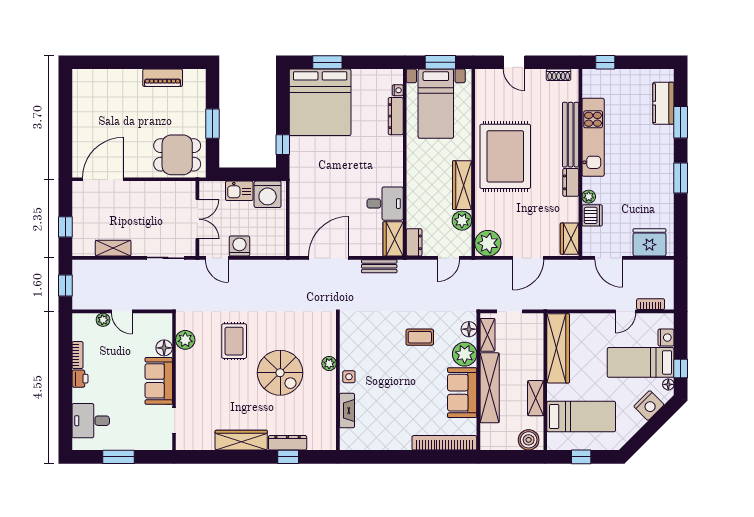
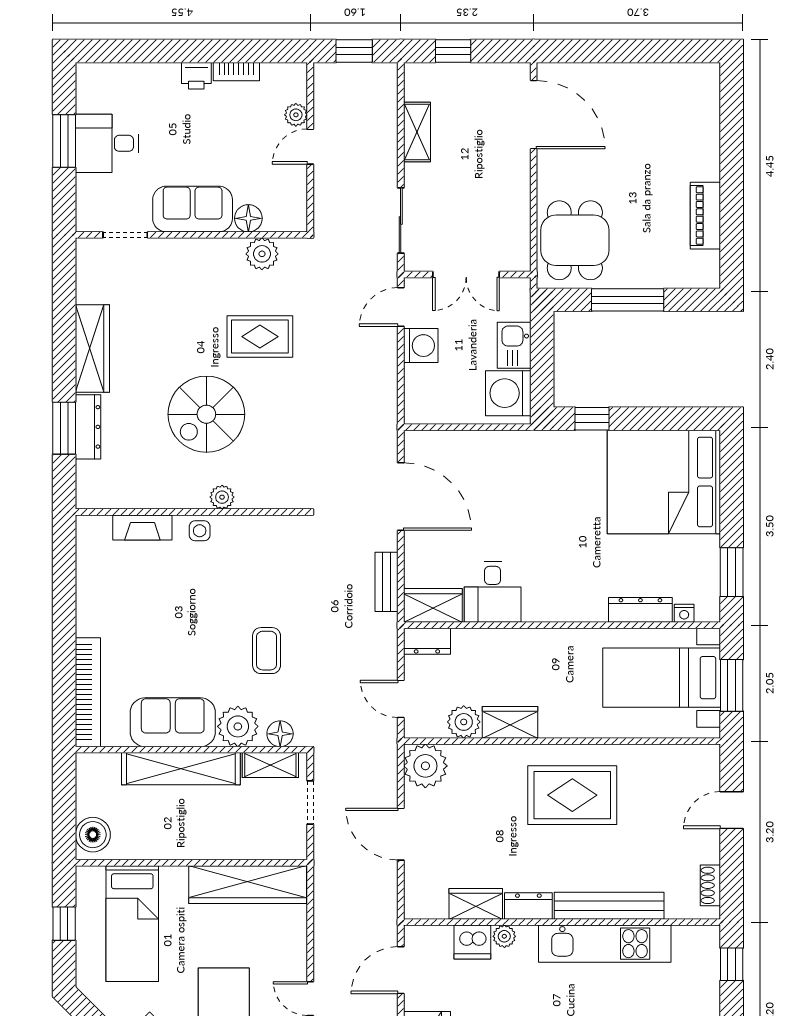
window: (327, 62) -> (732, 572), moved
window: (212, 124) -> (628, 300), width x1.44
rug: (505, 156) -> (572, 795), width x0.73, depth x0.69
wardrobe: (462, 185) -> (510, 722), width x0.67
wardrobe: (570, 239) -> (476, 904), moved
shelving: (536, 398) -> (163, 847), removed
desk: (91, 421) -> (107, 143), moved, turned -90
window: (288, 457) -> (64, 428), width x1.50

